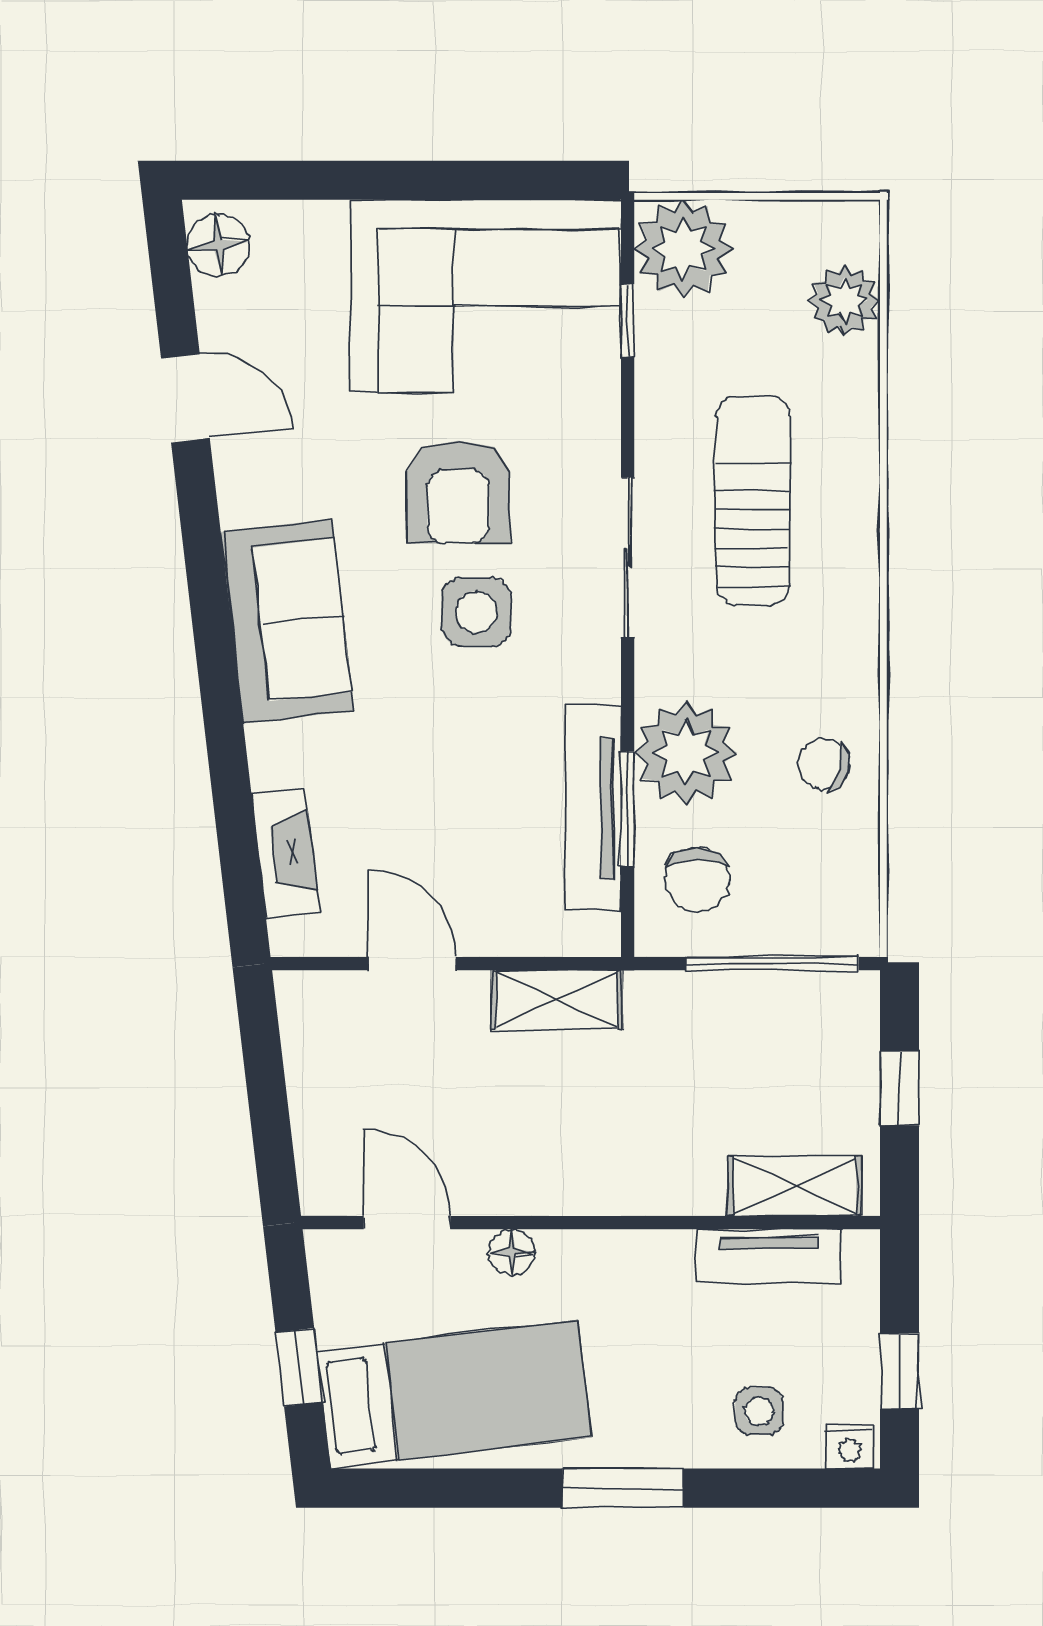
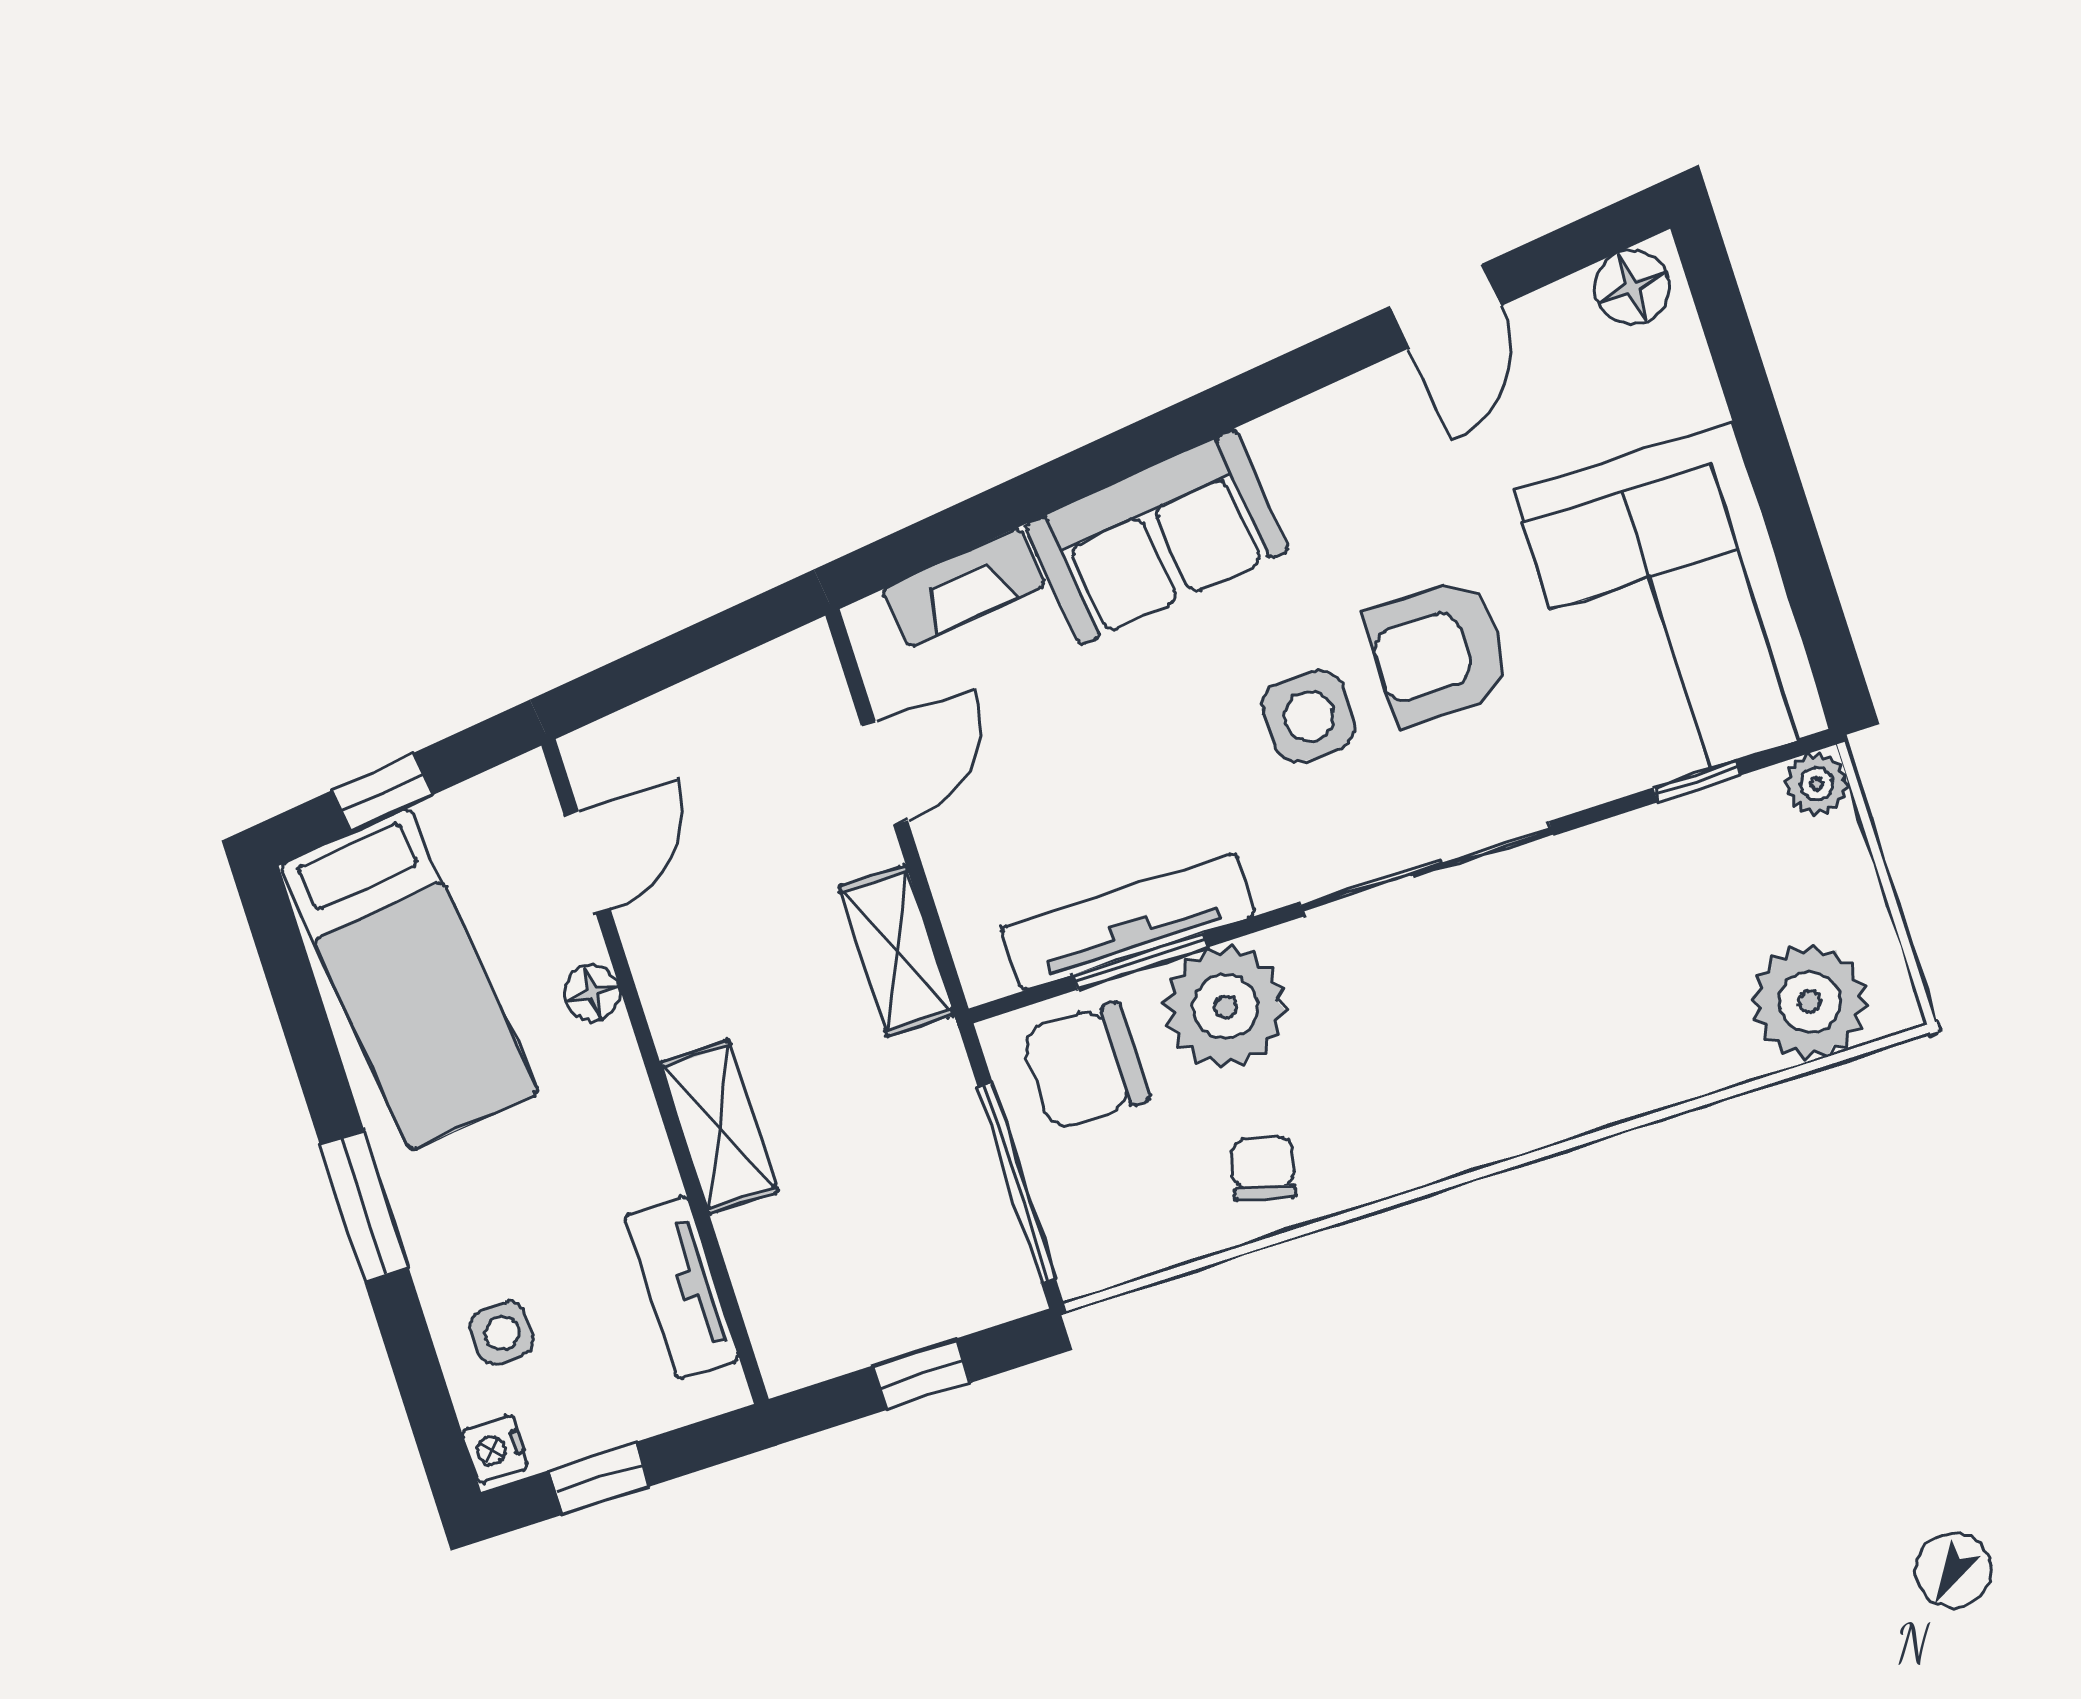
plant: (683, 249) -> (1817, 784), width x0.53, depth x0.53
plant: (844, 300) -> (1810, 1002), width x1.36, depth x1.36
sun lounger: (753, 501) -> (1538, 991), removed
sliding door: (628, 558) -> (1426, 869), width x1.37
sofa: (287, 621) -> (1157, 537), moved
chair: (697, 879) -> (1085, 1066), width x1.37, depth x1.37
shelving: (795, 1186) -> (719, 1127), moved

